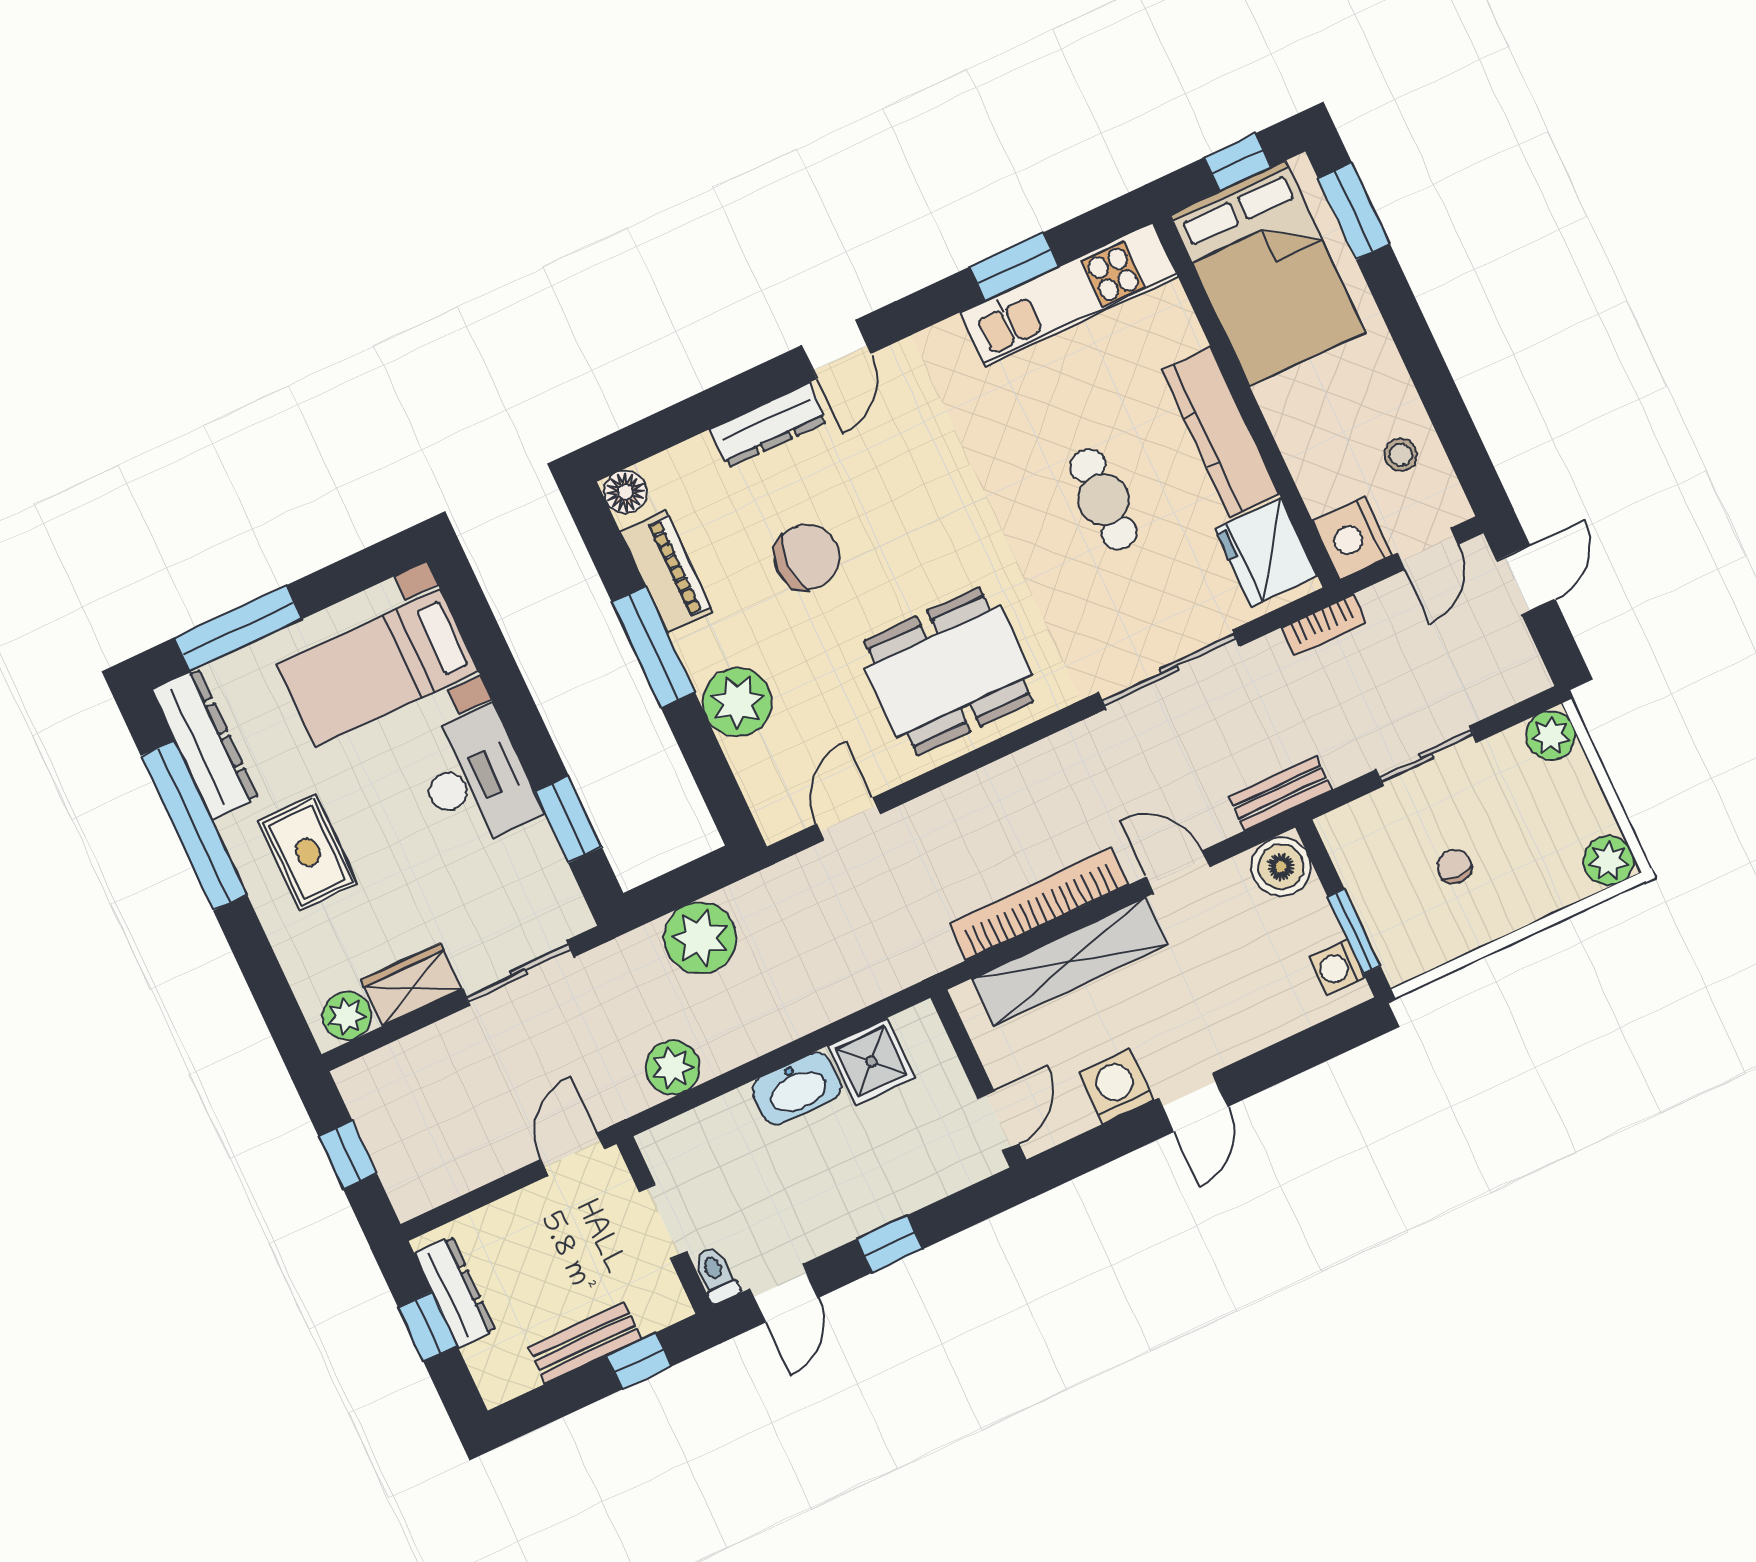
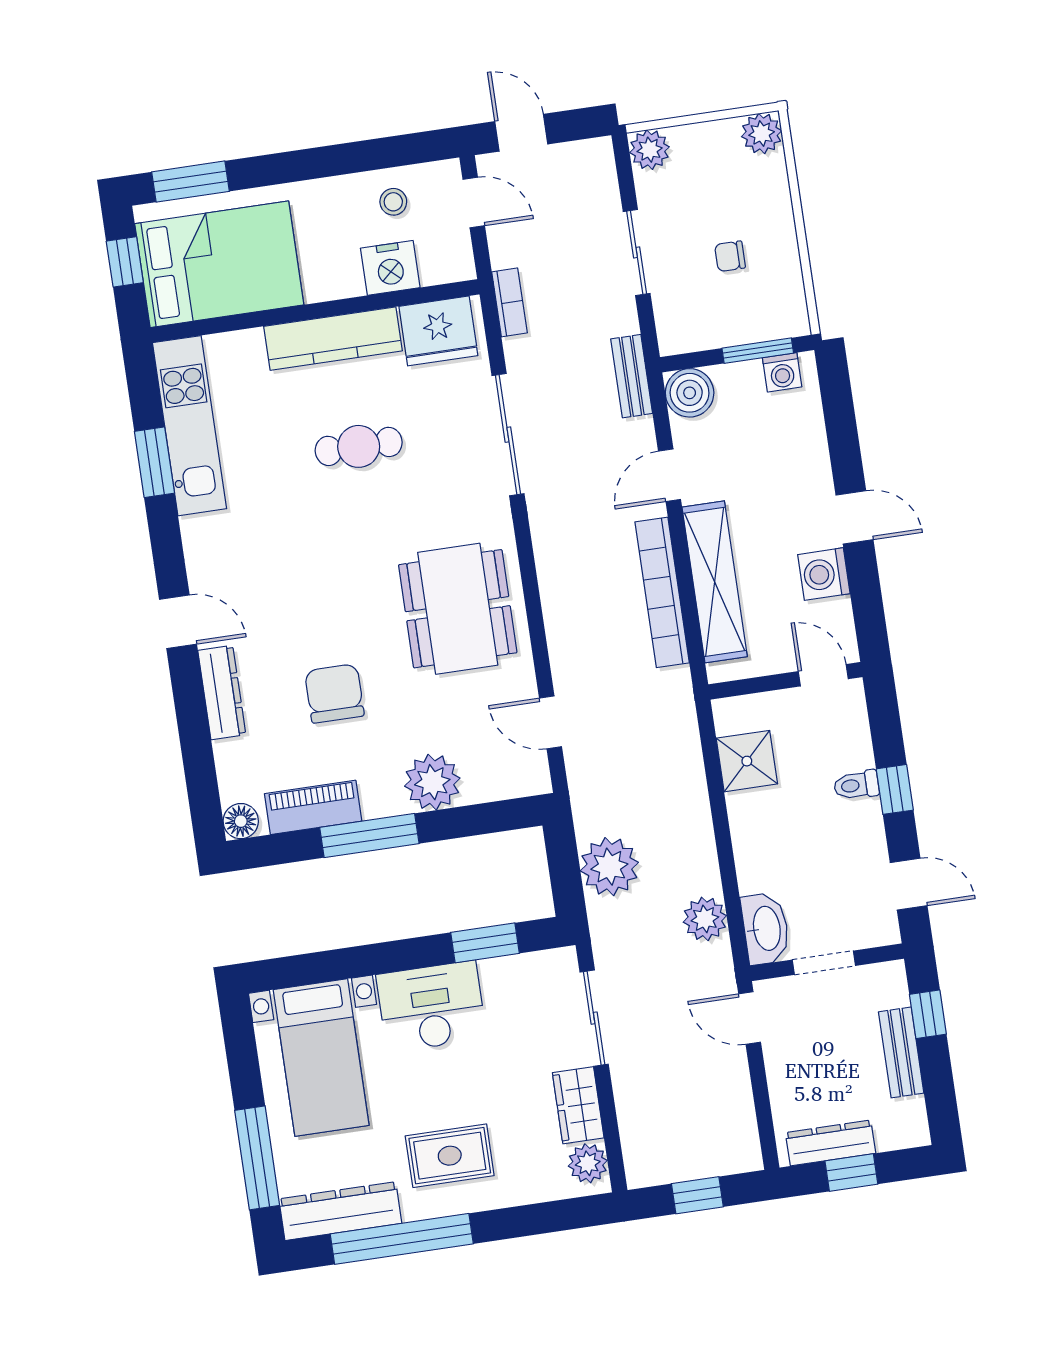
nightstand: (1352, 538) -> (390, 268), moved
washbasin: (797, 1088) -> (766, 929), moved
toilet: (716, 1275) -> (856, 785), moved

